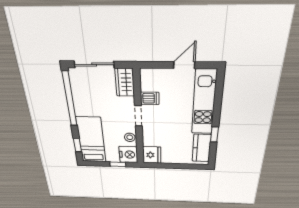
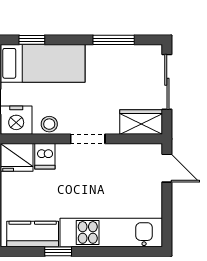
door: (184, 65) -> (167, 168), moved
dishwasher: (150, 98) -> (45, 156), moved
window: (70, 99) -> (114, 40), width x0.47

